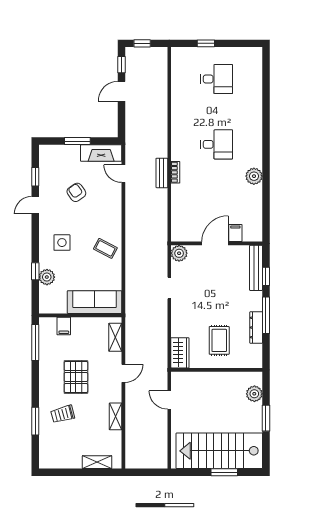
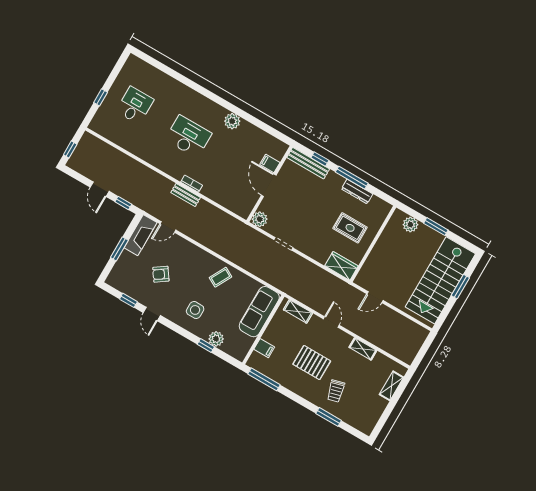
window: (121, 65) -> (123, 203), moved
desk: (217, 144) -> (188, 137), width x1.37

